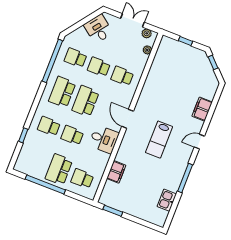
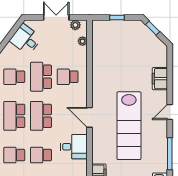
school desk: (99, 67) -> (41, 77), width x1.85
lab bench: (159, 140) -> (129, 126), width x1.86, depth x1.39

